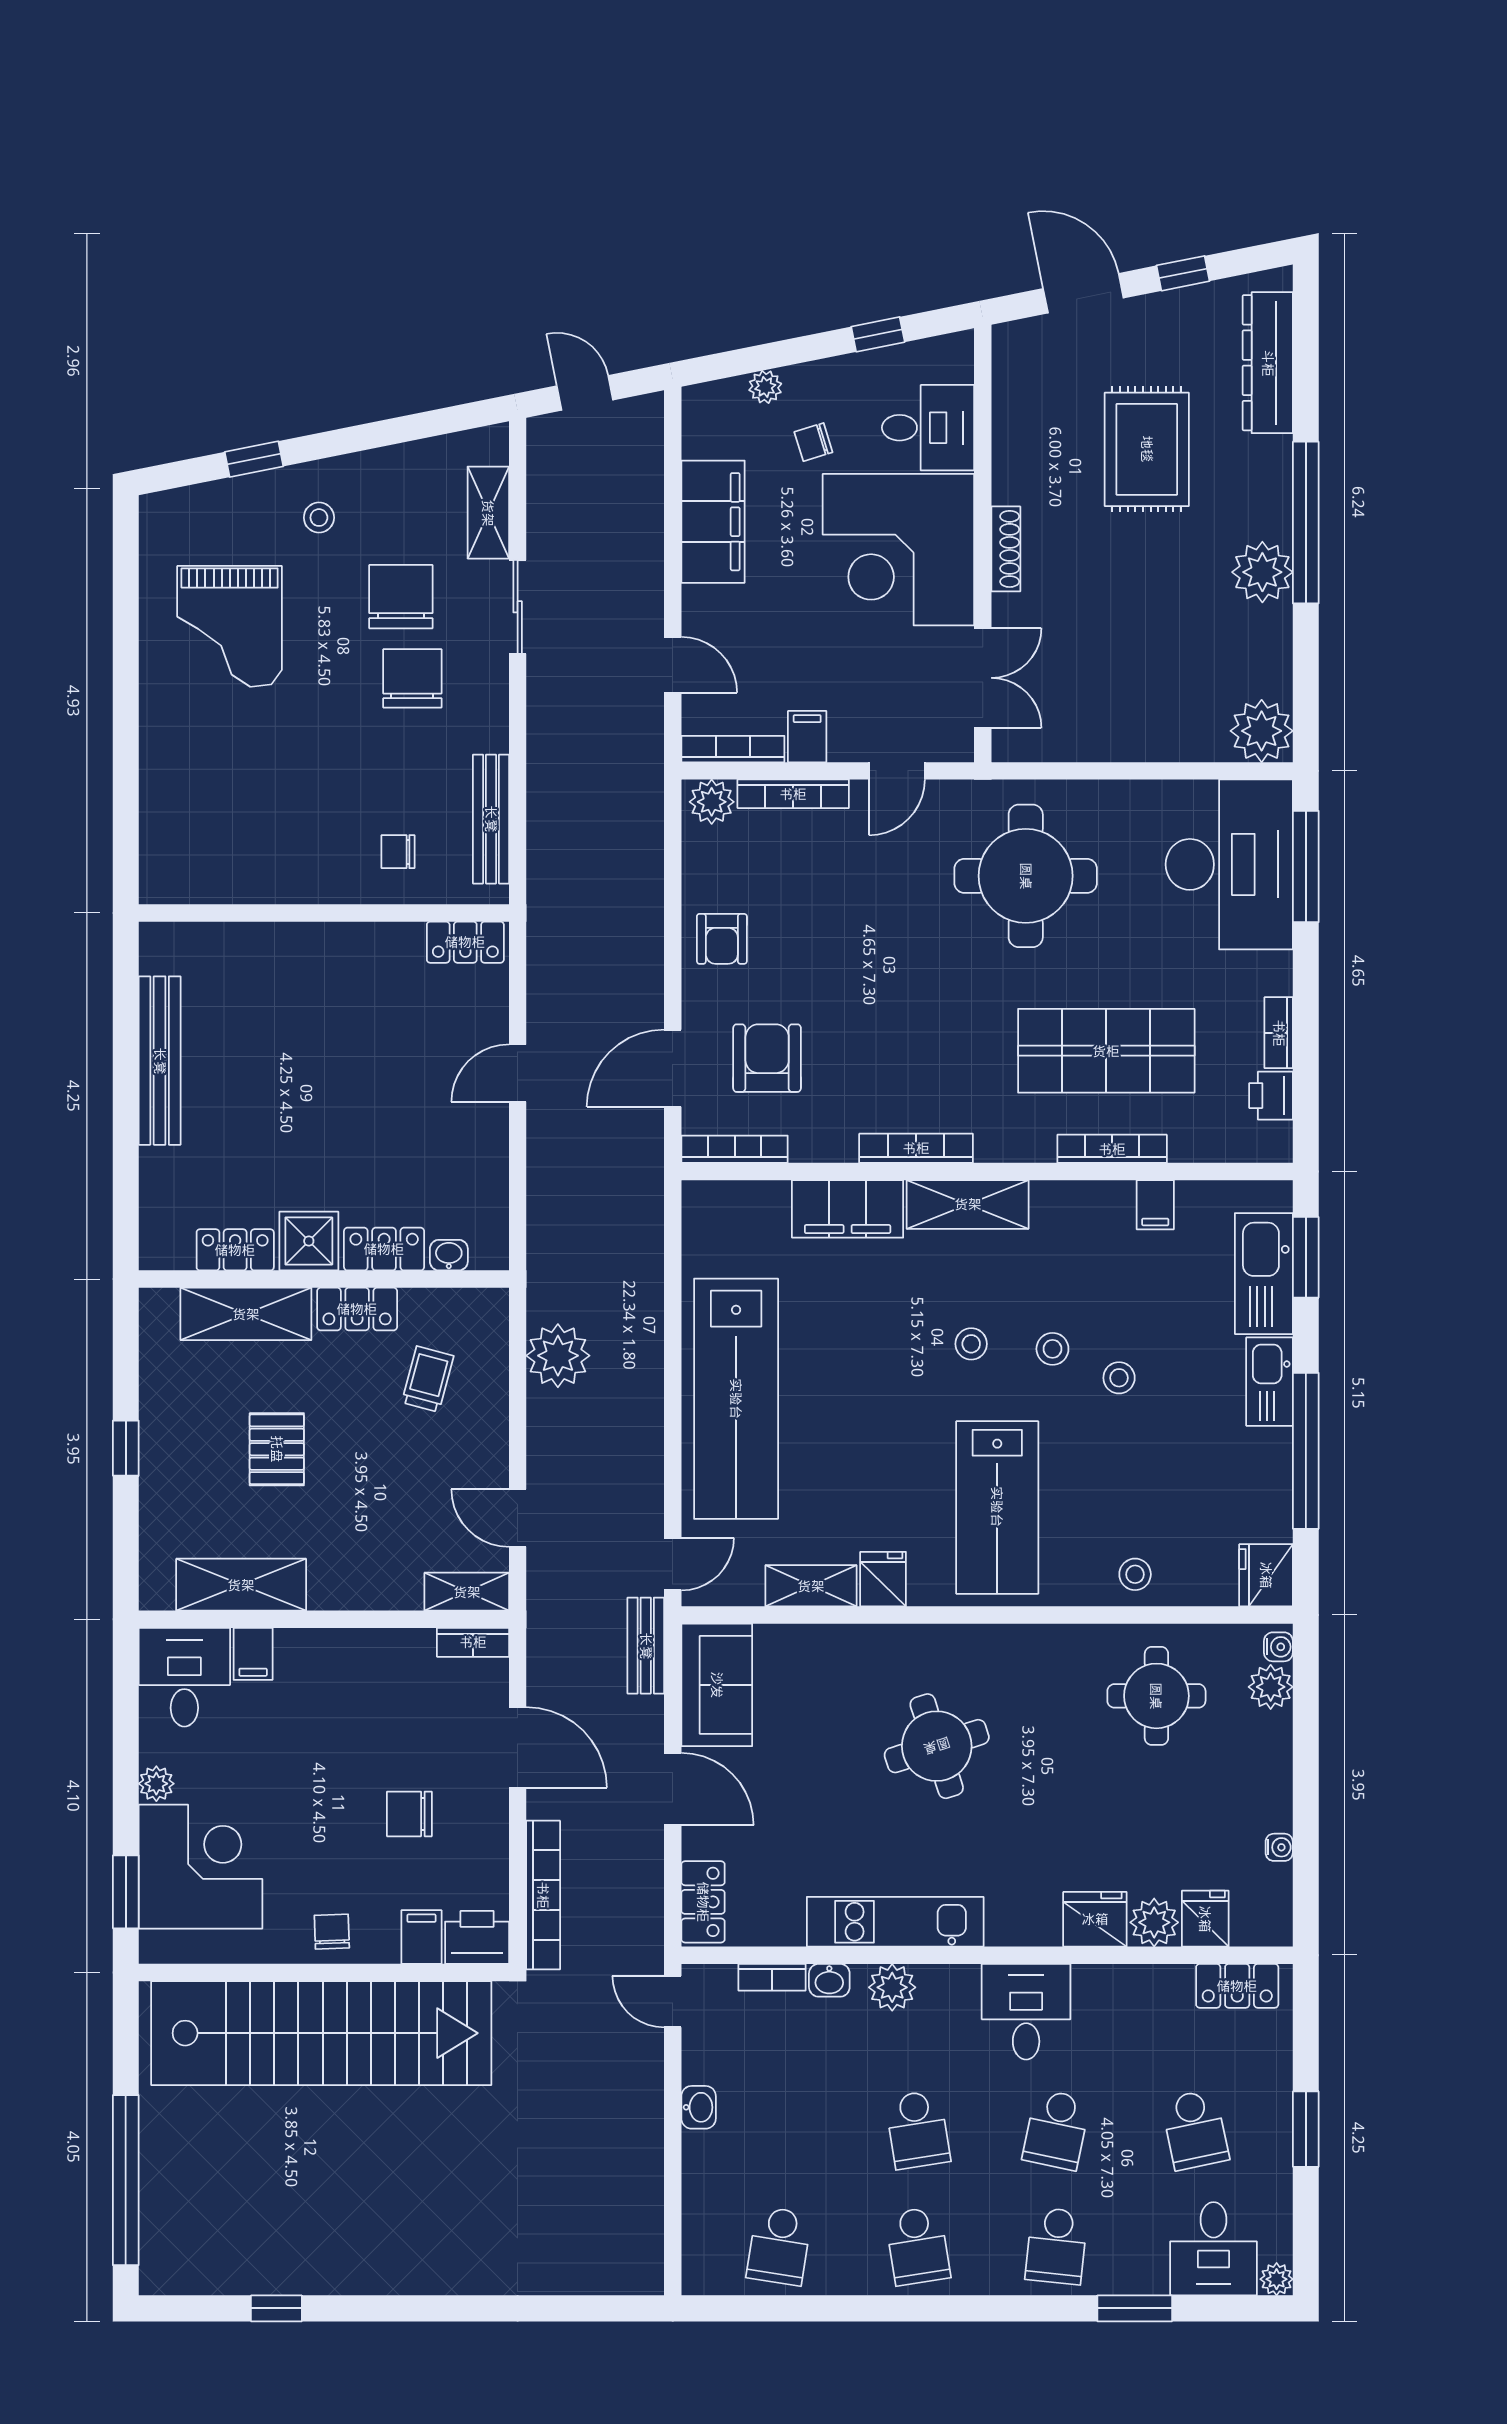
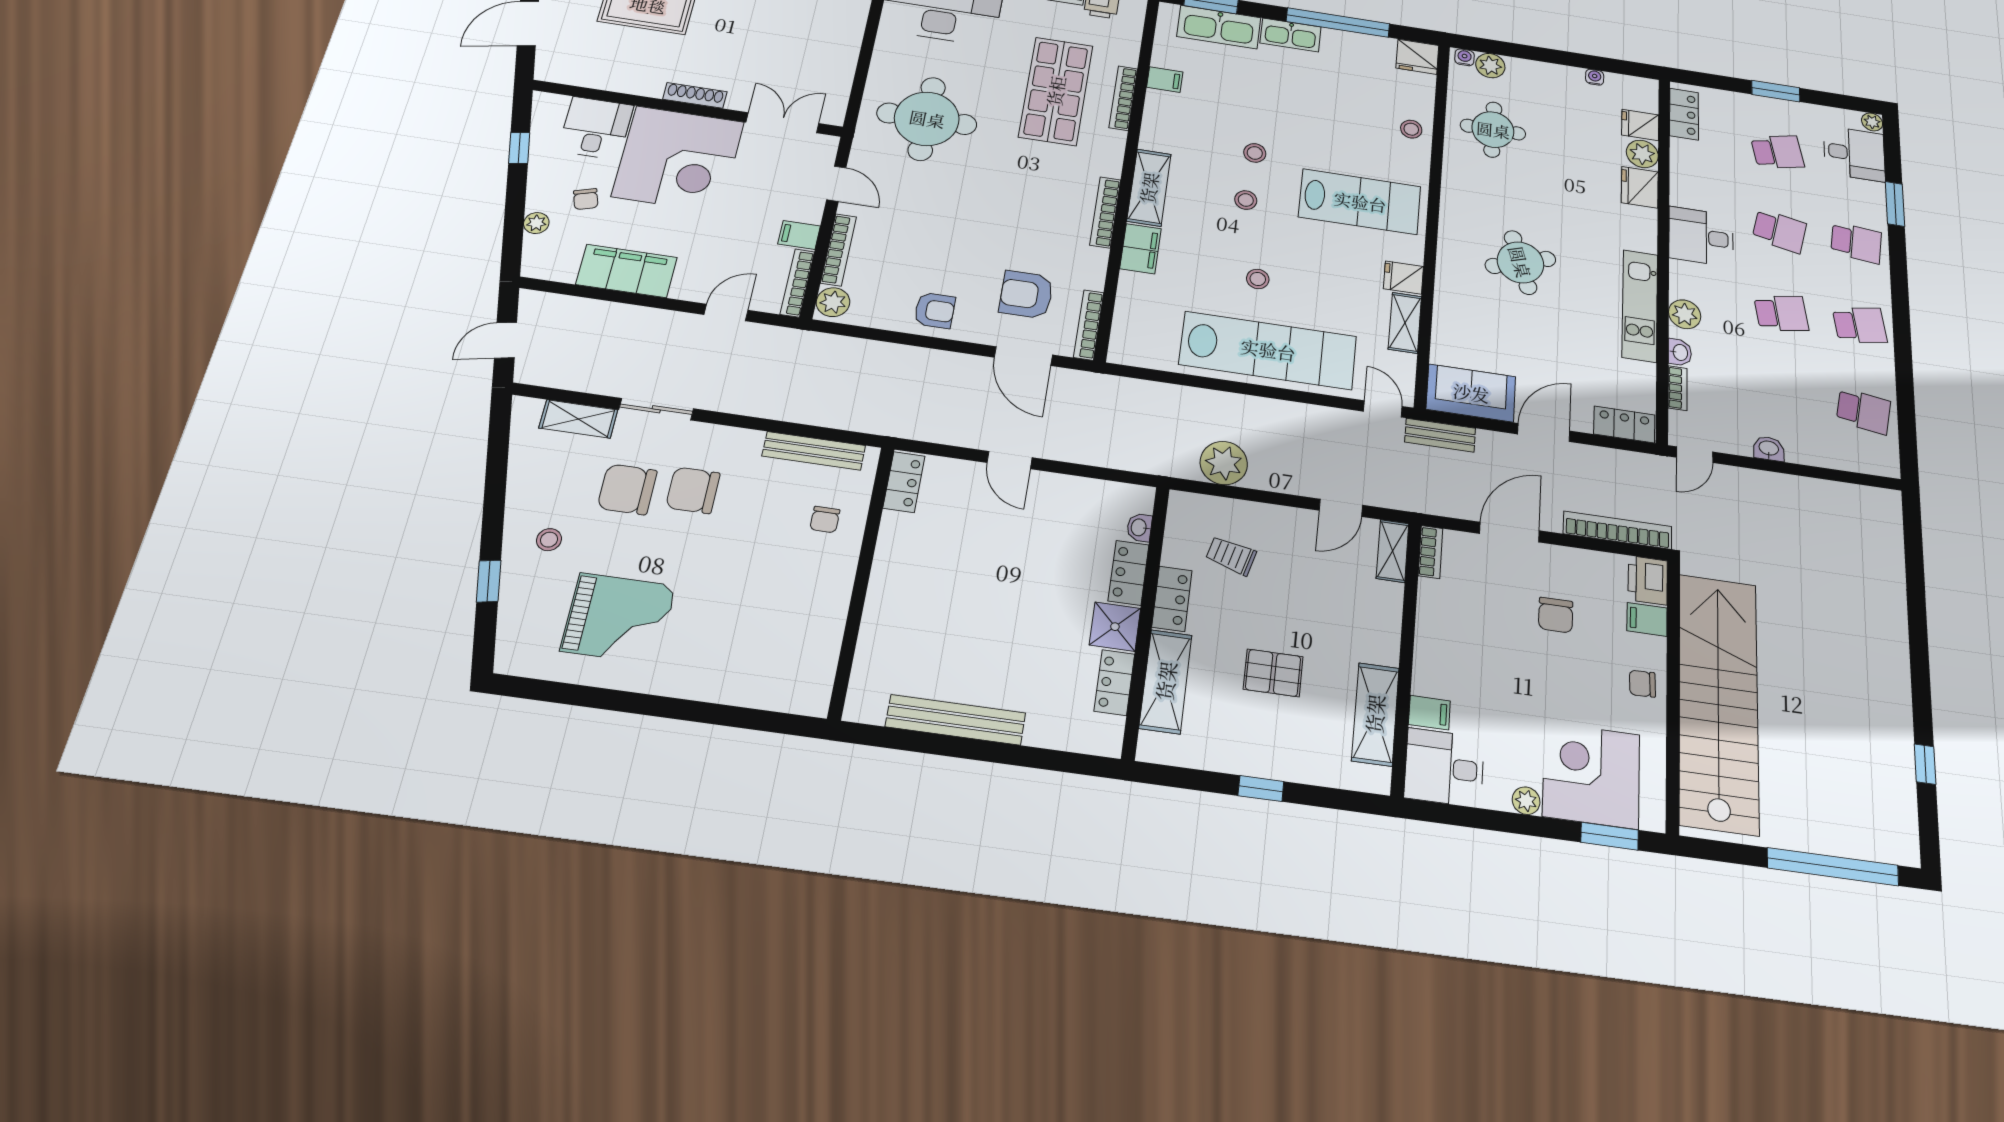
filing cabinet: (848, 1209) -> (1140, 249), width x0.67, depth x0.86
stool: (1119, 1378) -> (1258, 279), moved

